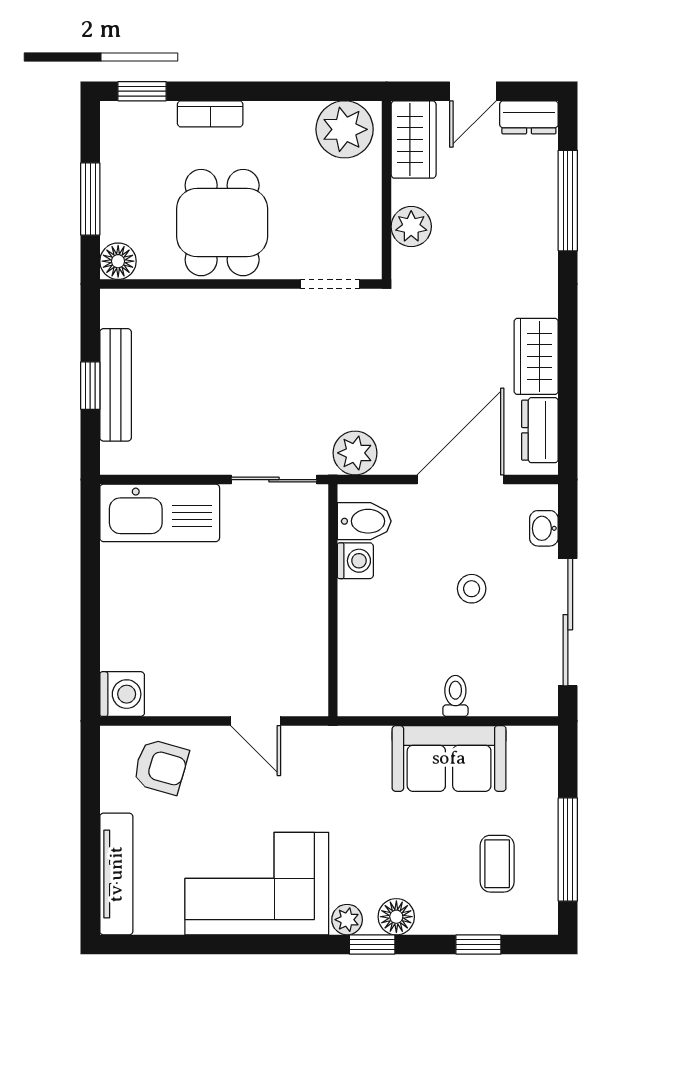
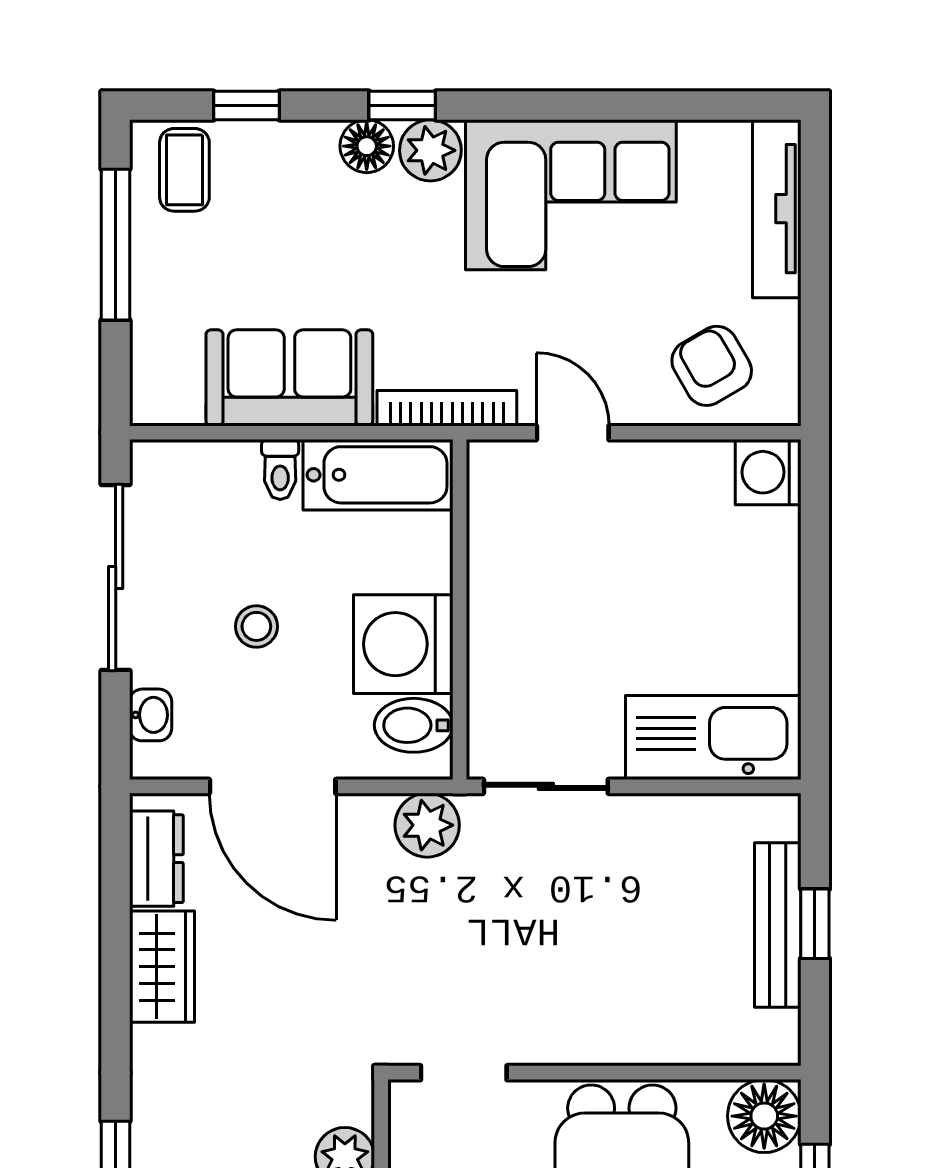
floor lamp: (118, 261) -> (764, 1116), width x1.38, depth x1.38
door: (461, 480) -> (273, 786), hinge flipped
washing machine: (355, 561) -> (403, 644), width x1.89, depth x1.89
bathtub: (389, 692) -> (378, 475), added
bookcase: (342, 738) -> (447, 408), added
armchair: (161, 767) -> (712, 366), turned 44
coffee table: (497, 864) -> (184, 170), moved
plant: (347, 920) -> (430, 150), width x1.38, depth x1.38

